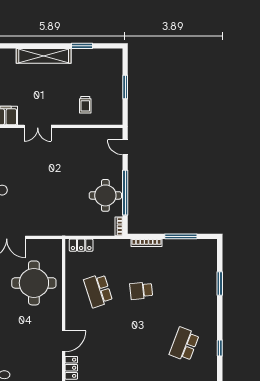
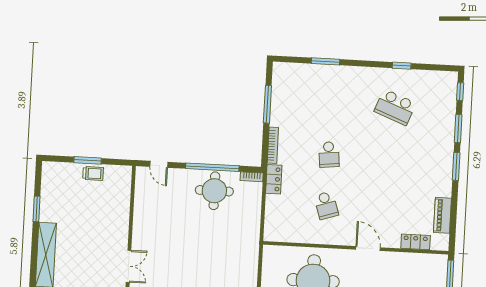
trolley: (85, 105) -> (93, 173), moved
door: (125, 147) -> (159, 164), hinge flipped
locker: (81, 245) -> (274, 179), moved
school desk: (98, 291) -> (326, 205), width x0.54
door: (64, 341) -> (368, 248), moved

